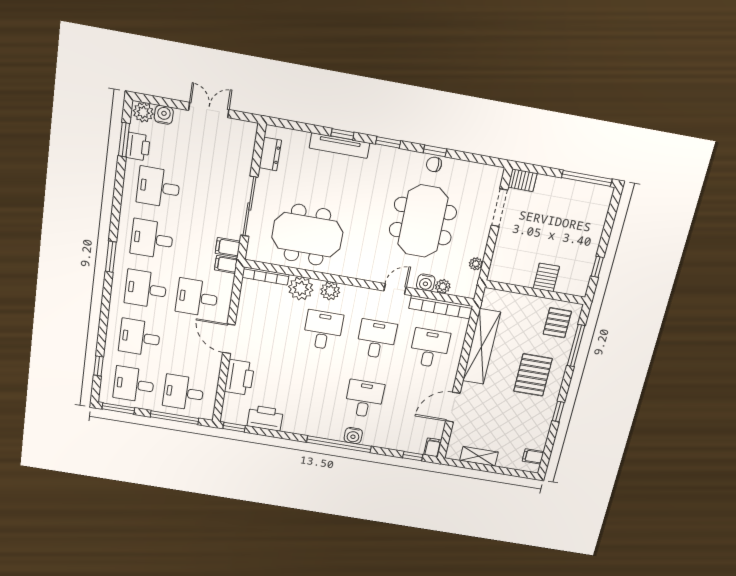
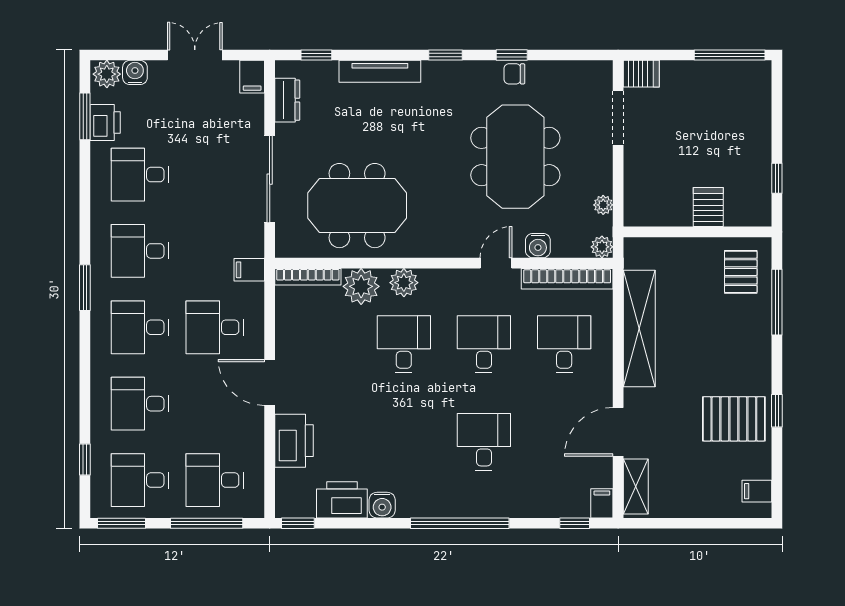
window: (342, 134) -> (316, 55), moved
filing cabinet: (228, 247) -> (252, 77), moved, turned -90
plant: (443, 286) -> (602, 247), moved
pallet: (533, 375) -> (734, 419), moved, turned 90
water cooler: (353, 436) -> (382, 505), moved
shelving: (479, 456) -> (636, 487), moved, turned 90

